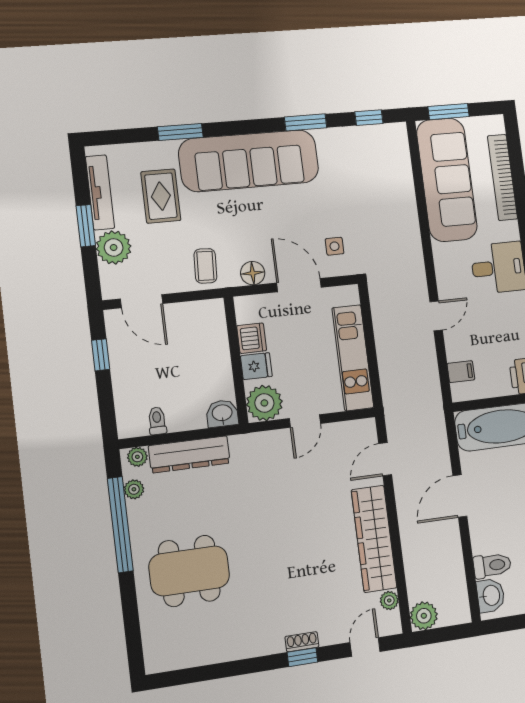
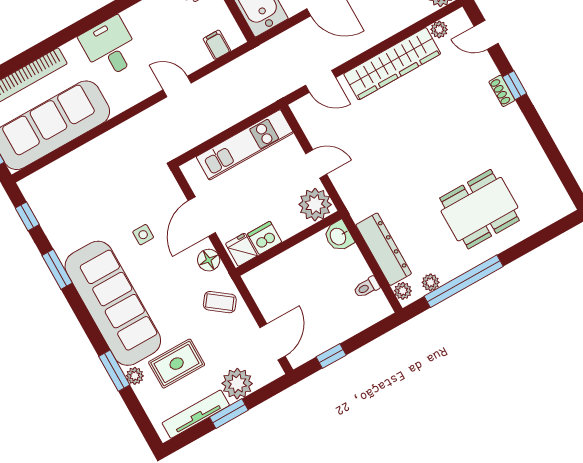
plant: (166, 150) -> (135, 376), added
side table: (335, 246) -> (143, 235), moved
coffee table: (205, 266) -> (220, 302), turned 34
fridge: (256, 366) -> (241, 250), moved
dining table: (189, 571) -> (479, 209), turned 90

